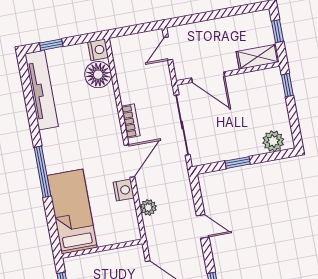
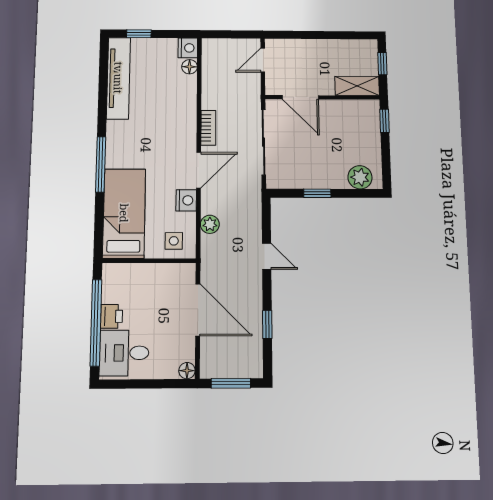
floor lamp: (98, 75) -> (190, 67), width x0.53, depth x0.53
side table: (120, 228) -> (174, 241), added

